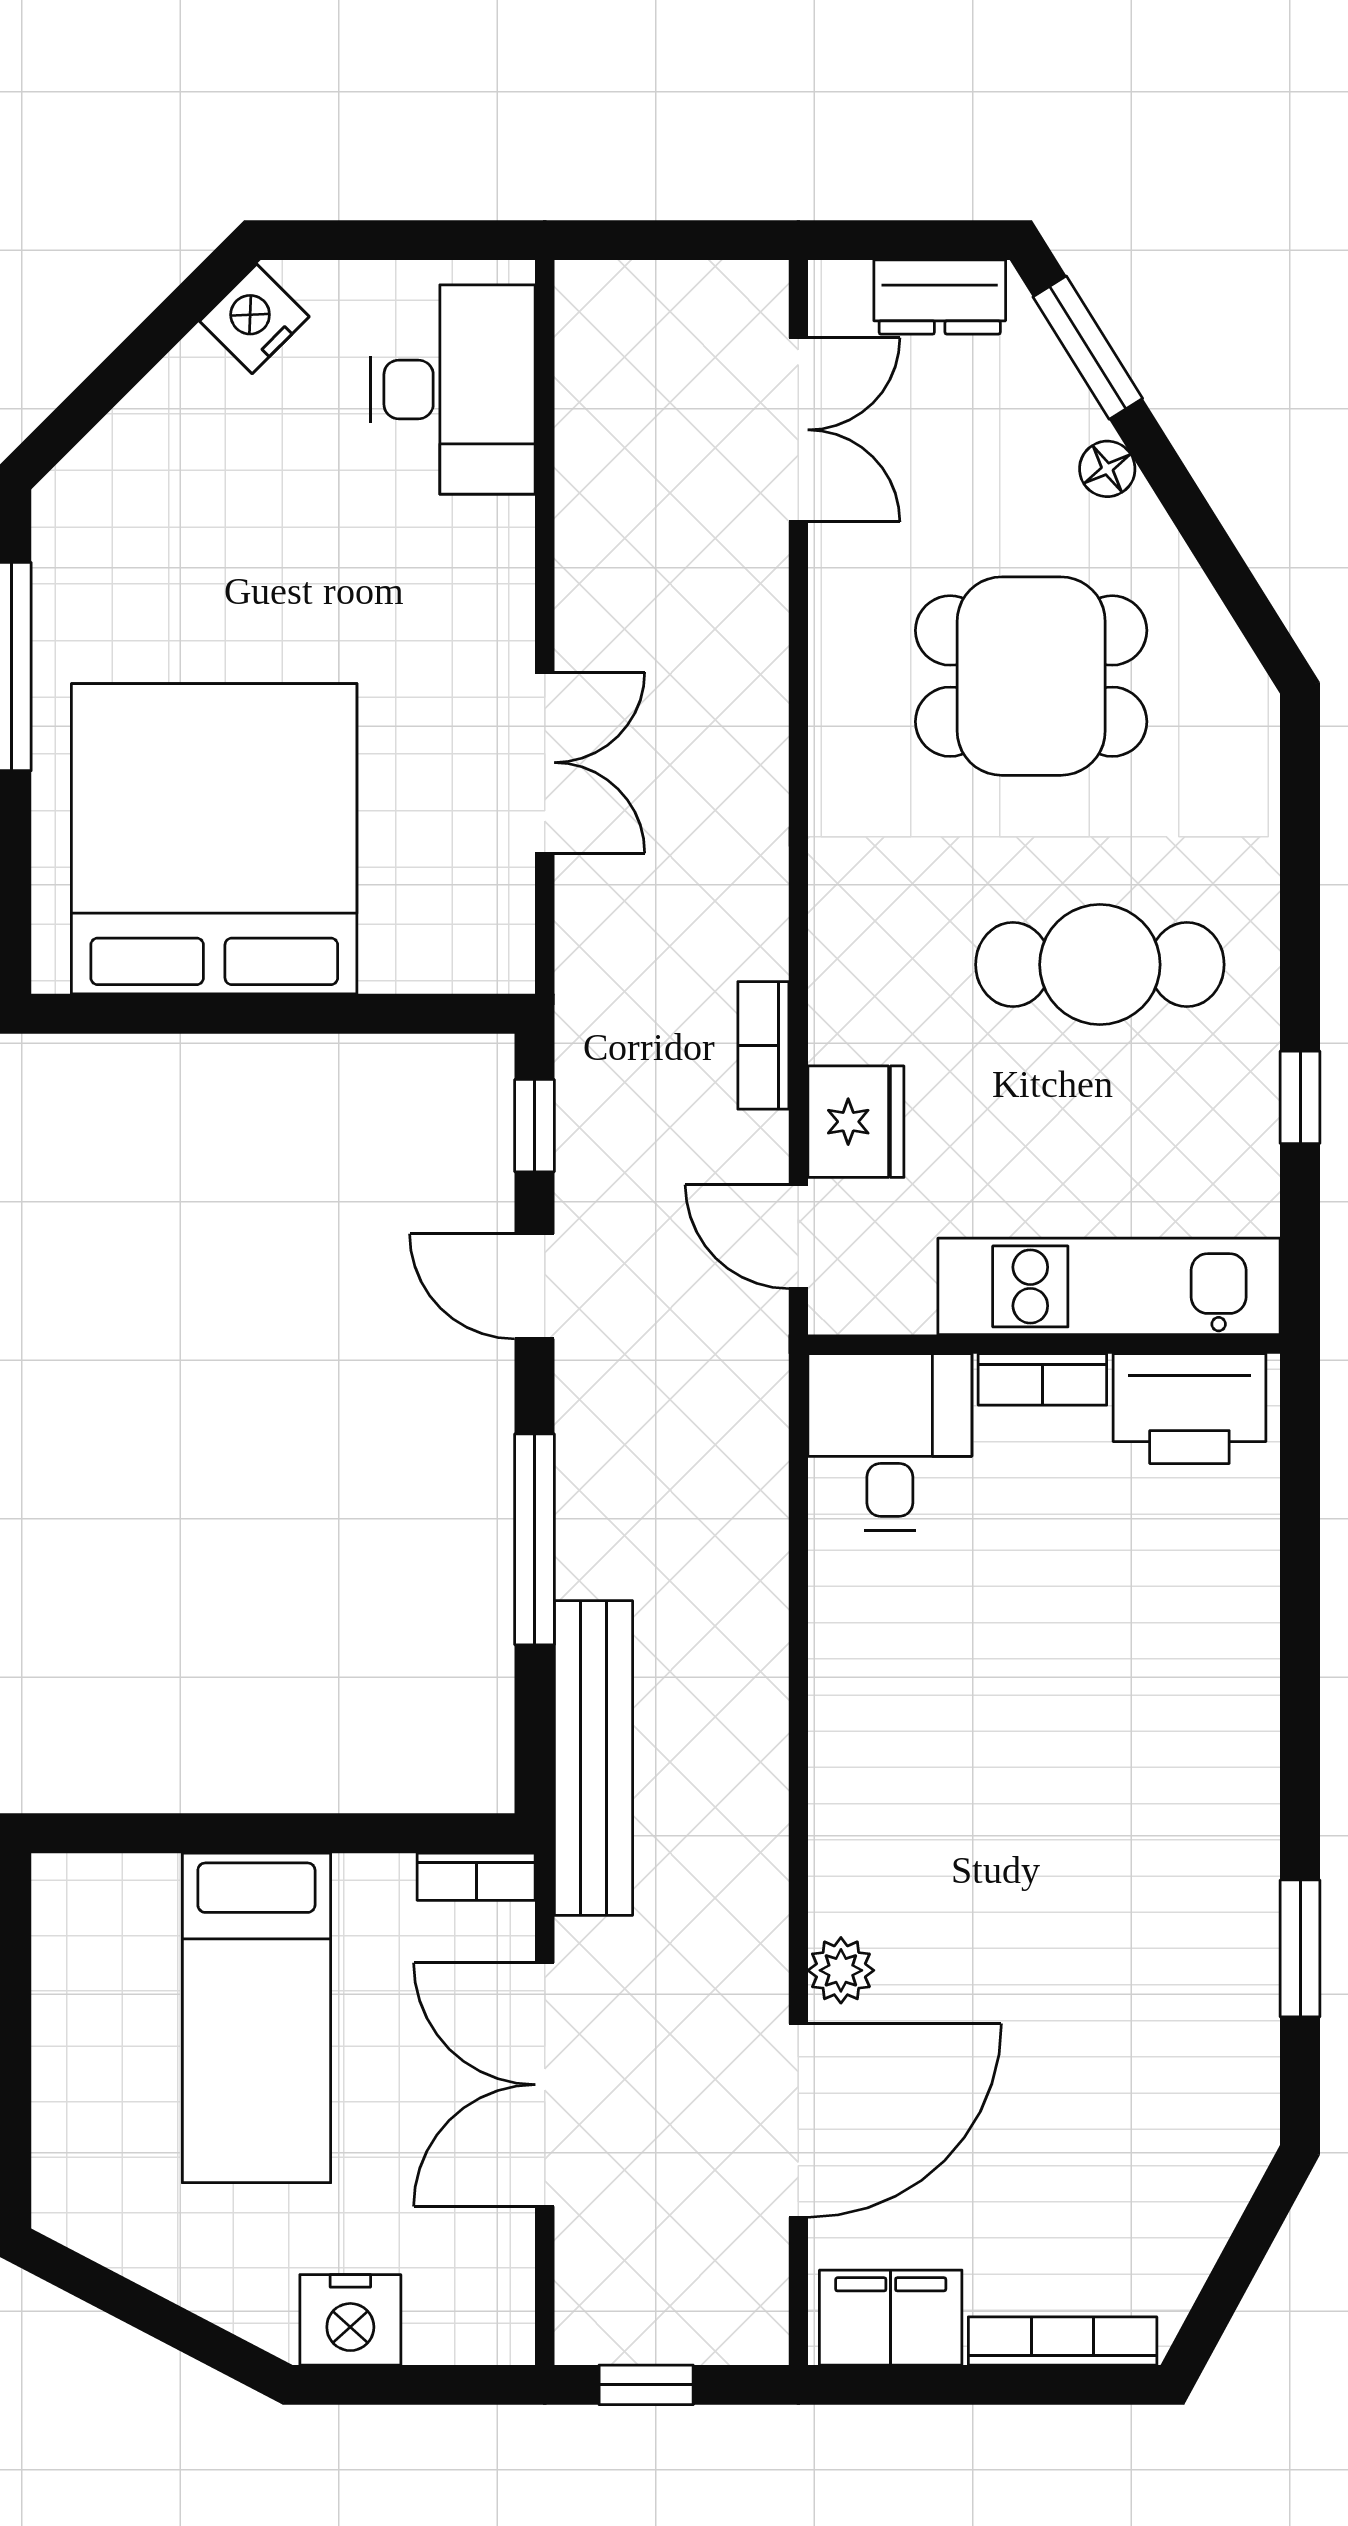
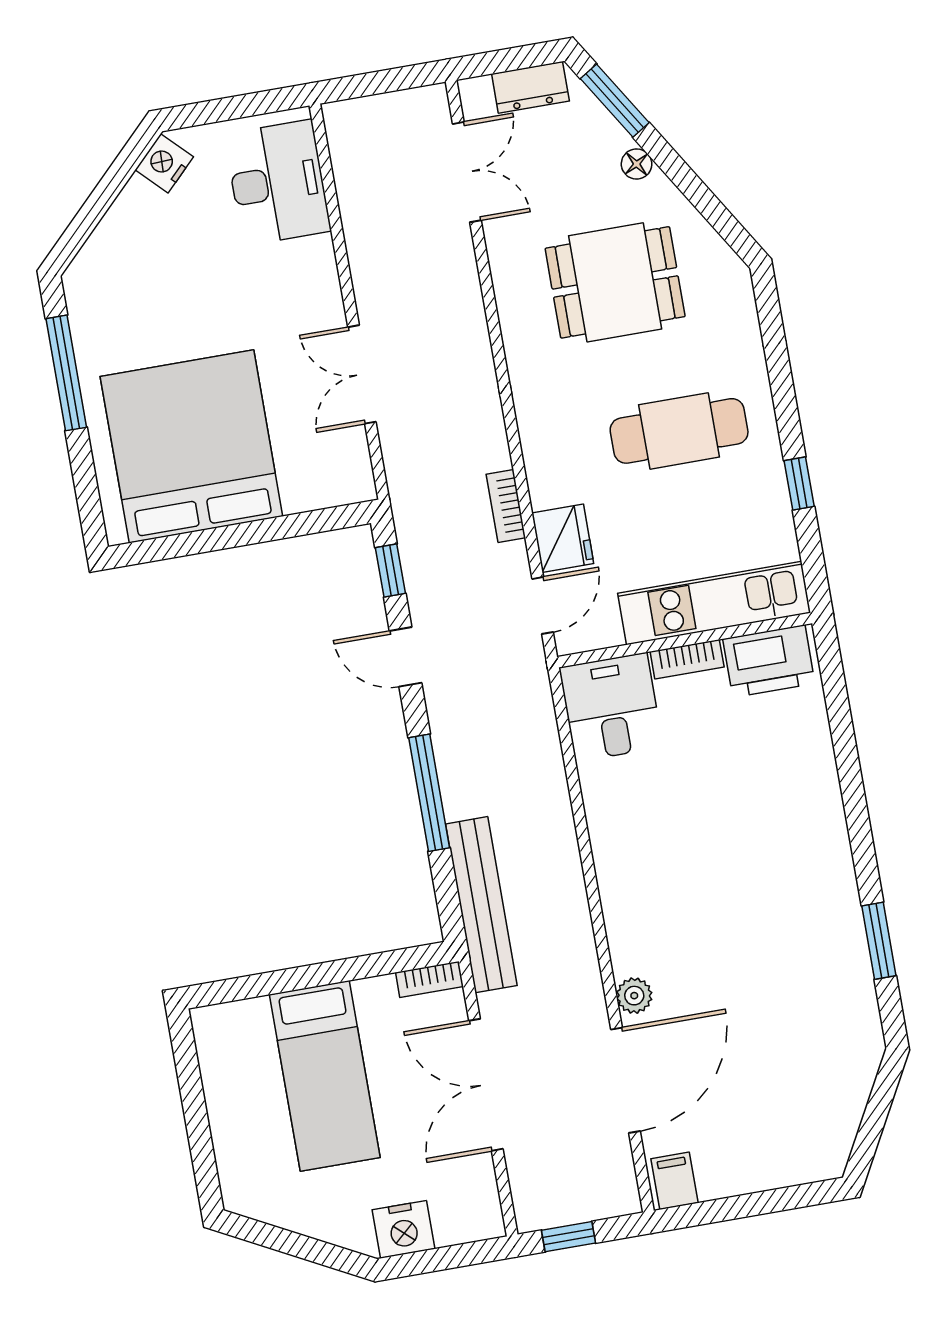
double door: (545, 763) -> (362, 374), swing flipped
door: (798, 1237) -> (543, 605), swing flipped
filing cabinet: (891, 2318) -> (674, 1181), width x0.50
bookcase: (1063, 2341) -> (788, 1174), removed

